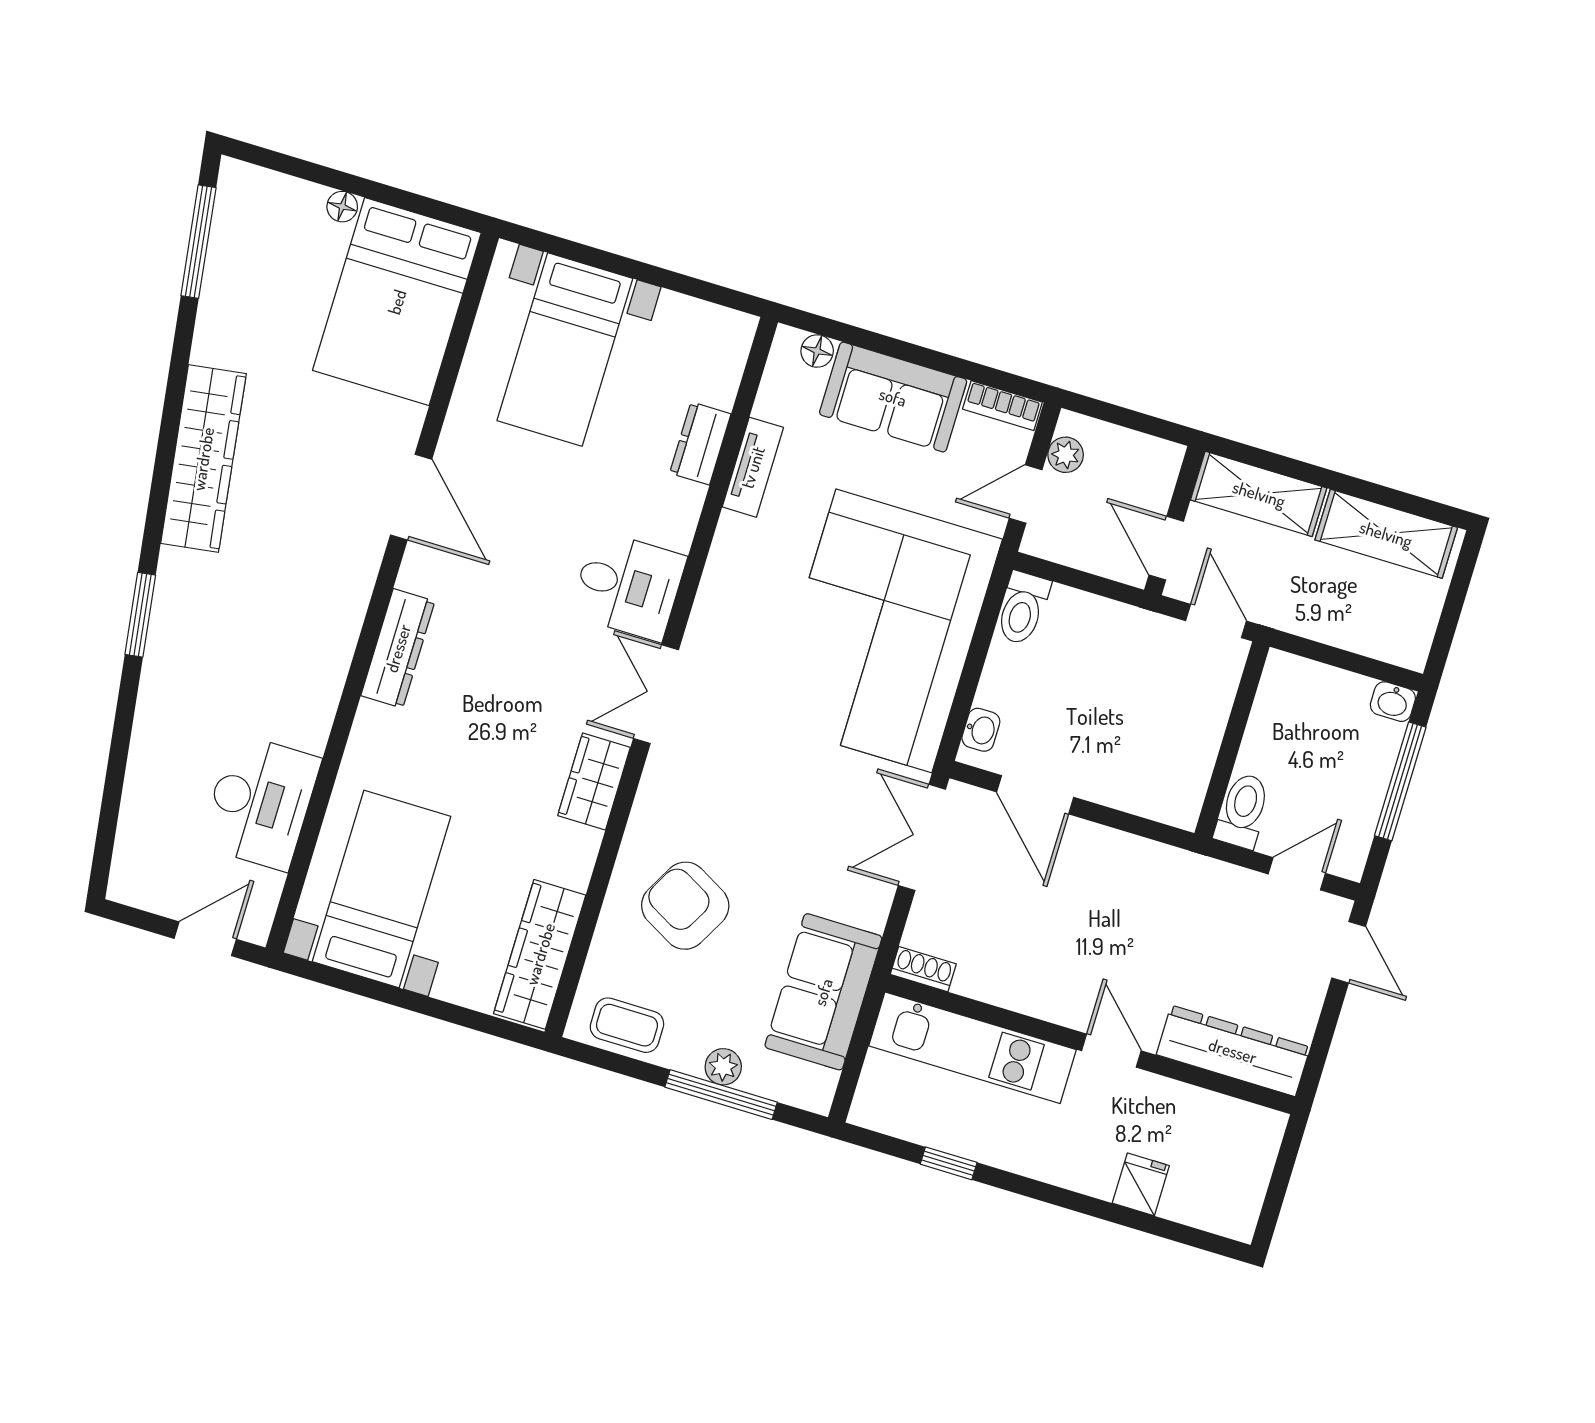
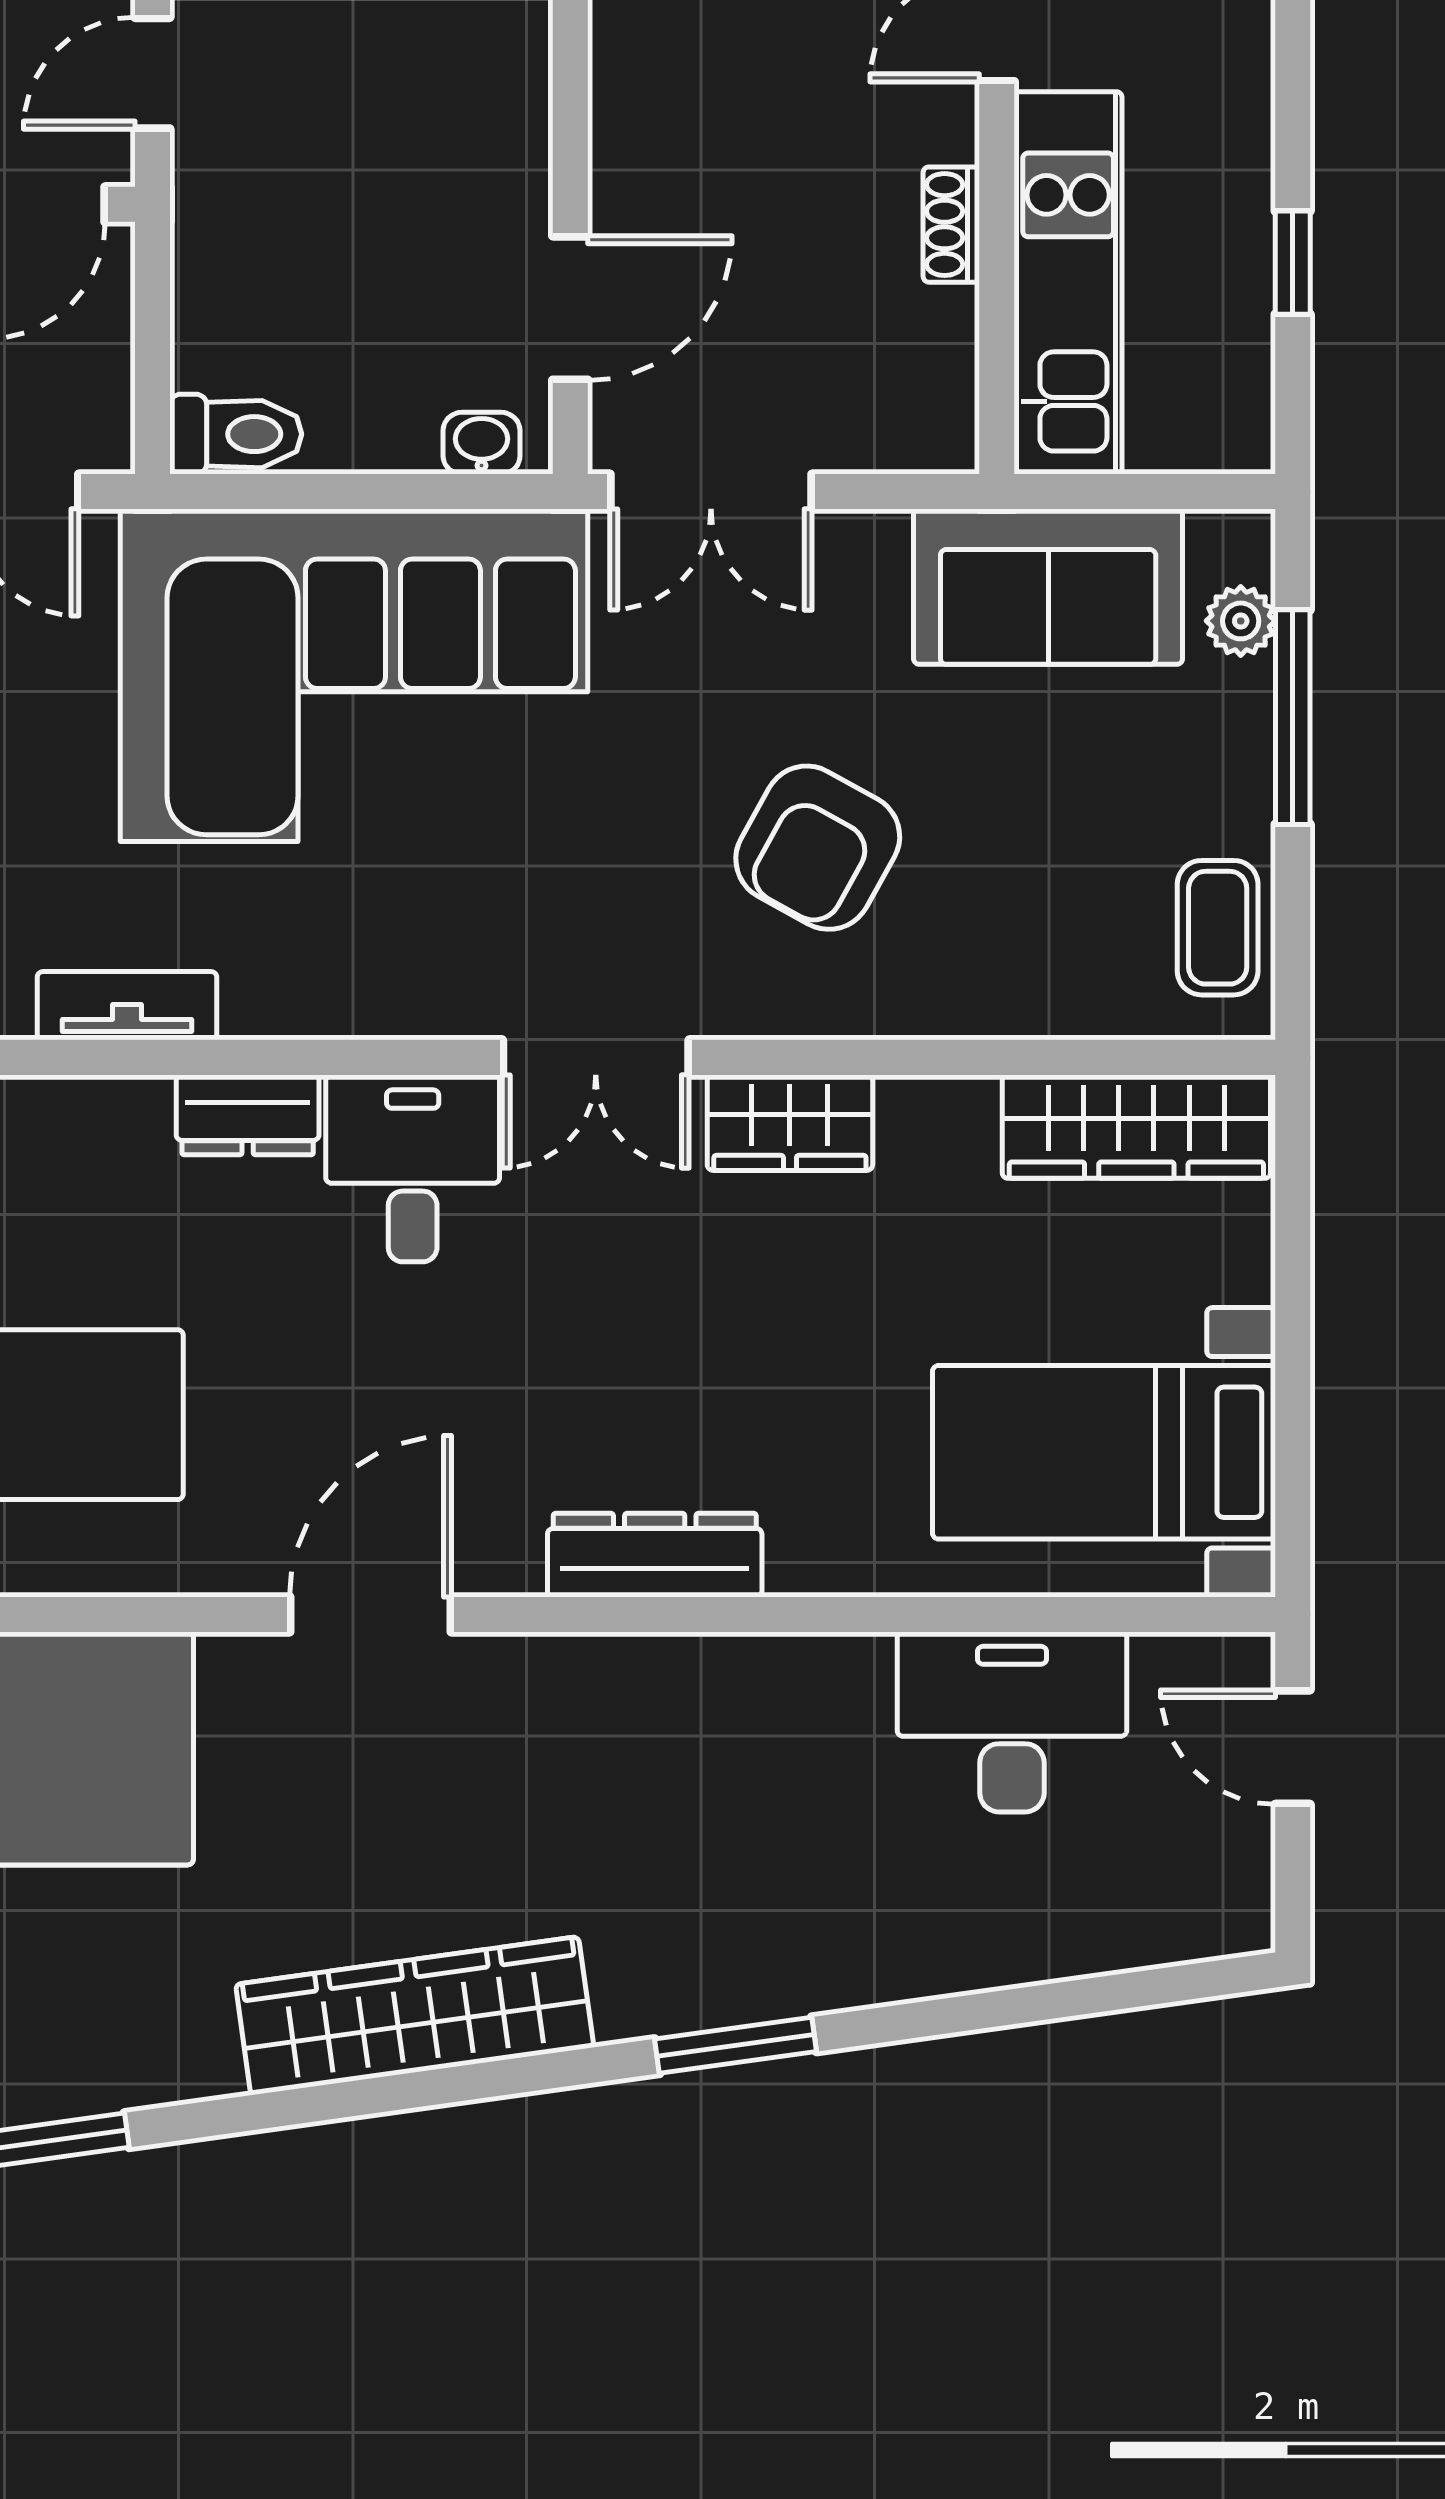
dresser: (700, 443) -> (248, 1115), moved
armchair: (685, 906) -> (818, 848), moved
shoe rack: (923, 969) -> (951, 225), moved
plant: (723, 1067) -> (1241, 621), moved

